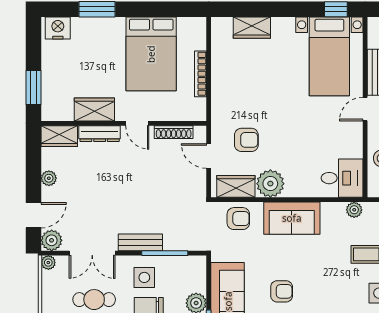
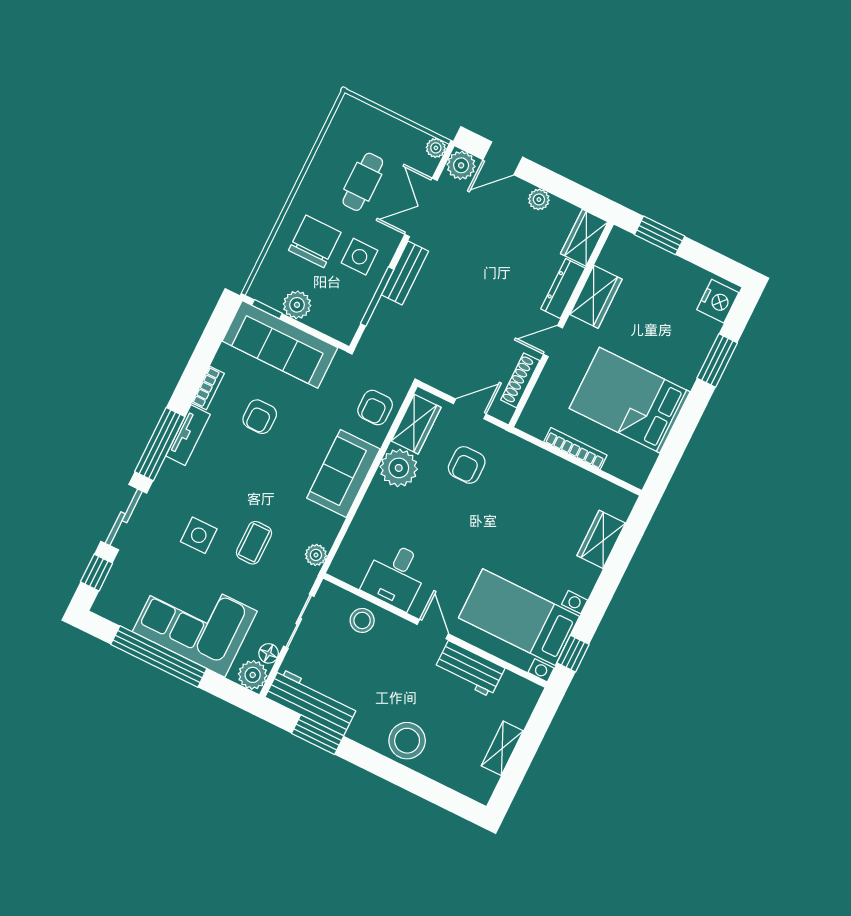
desk: (342, 178) -> (396, 576), moved
door: (33, 215) -> (503, 158), hinge flipped

